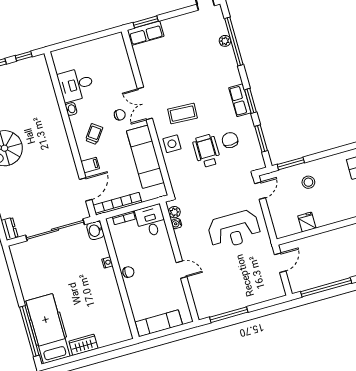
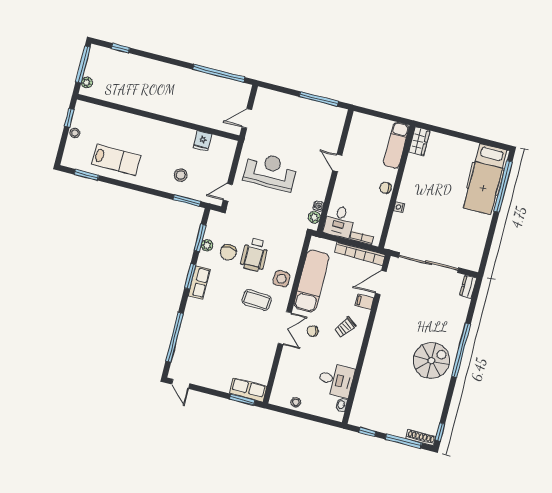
plant: (225, 41) -> (207, 245), moved
stool: (99, 46) -> (296, 402), added
washbasin: (71, 109) -> (341, 405), moved
washbasin: (95, 230) -> (393, 241), removed
exam couch: (159, 323) -> (396, 145), moved, turned 90
wardrobe: (83, 345) -> (419, 141), moved, turned -90

